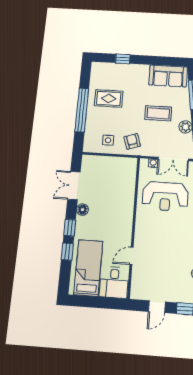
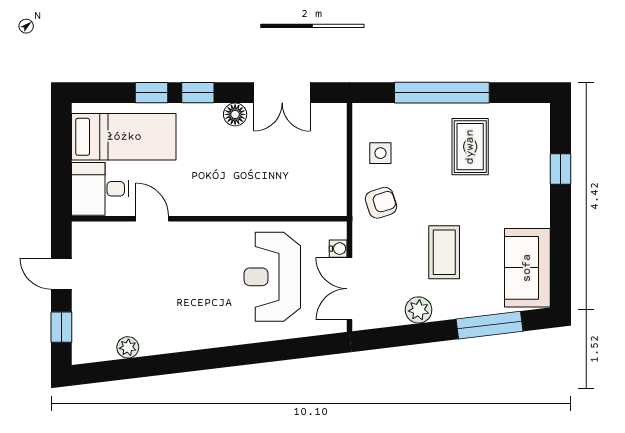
double door: (74, 186) -> (282, 93), swing flipped

